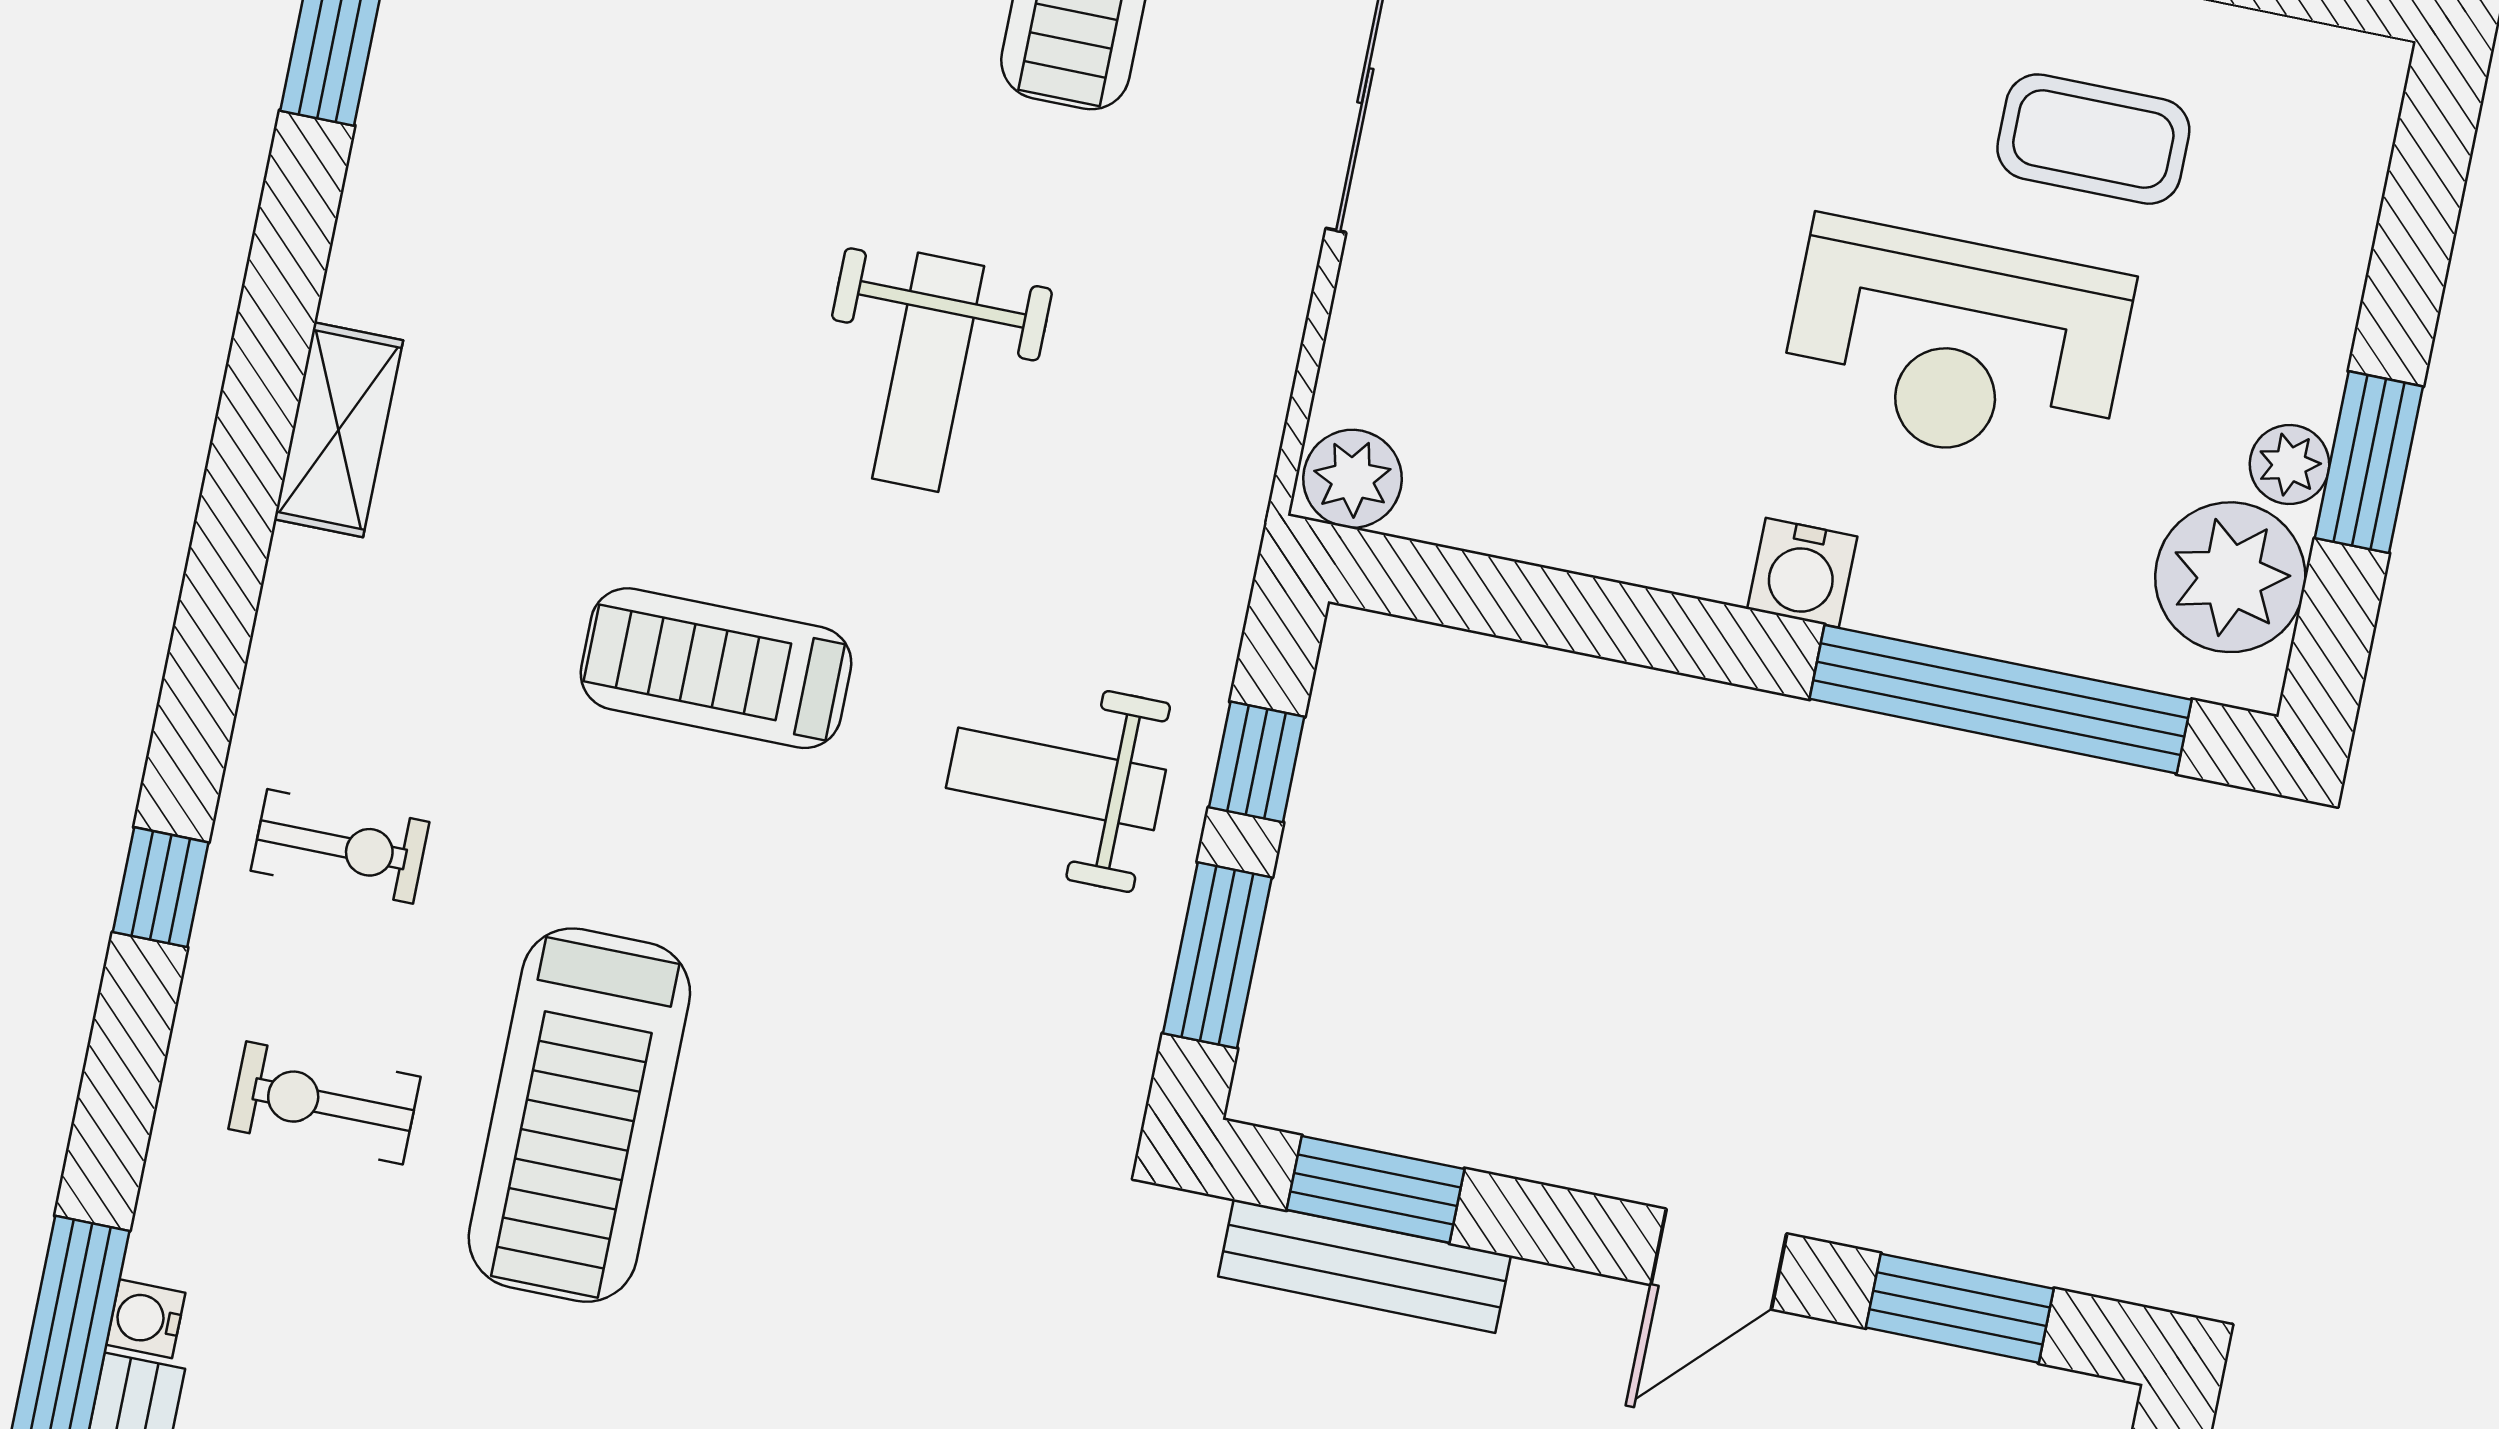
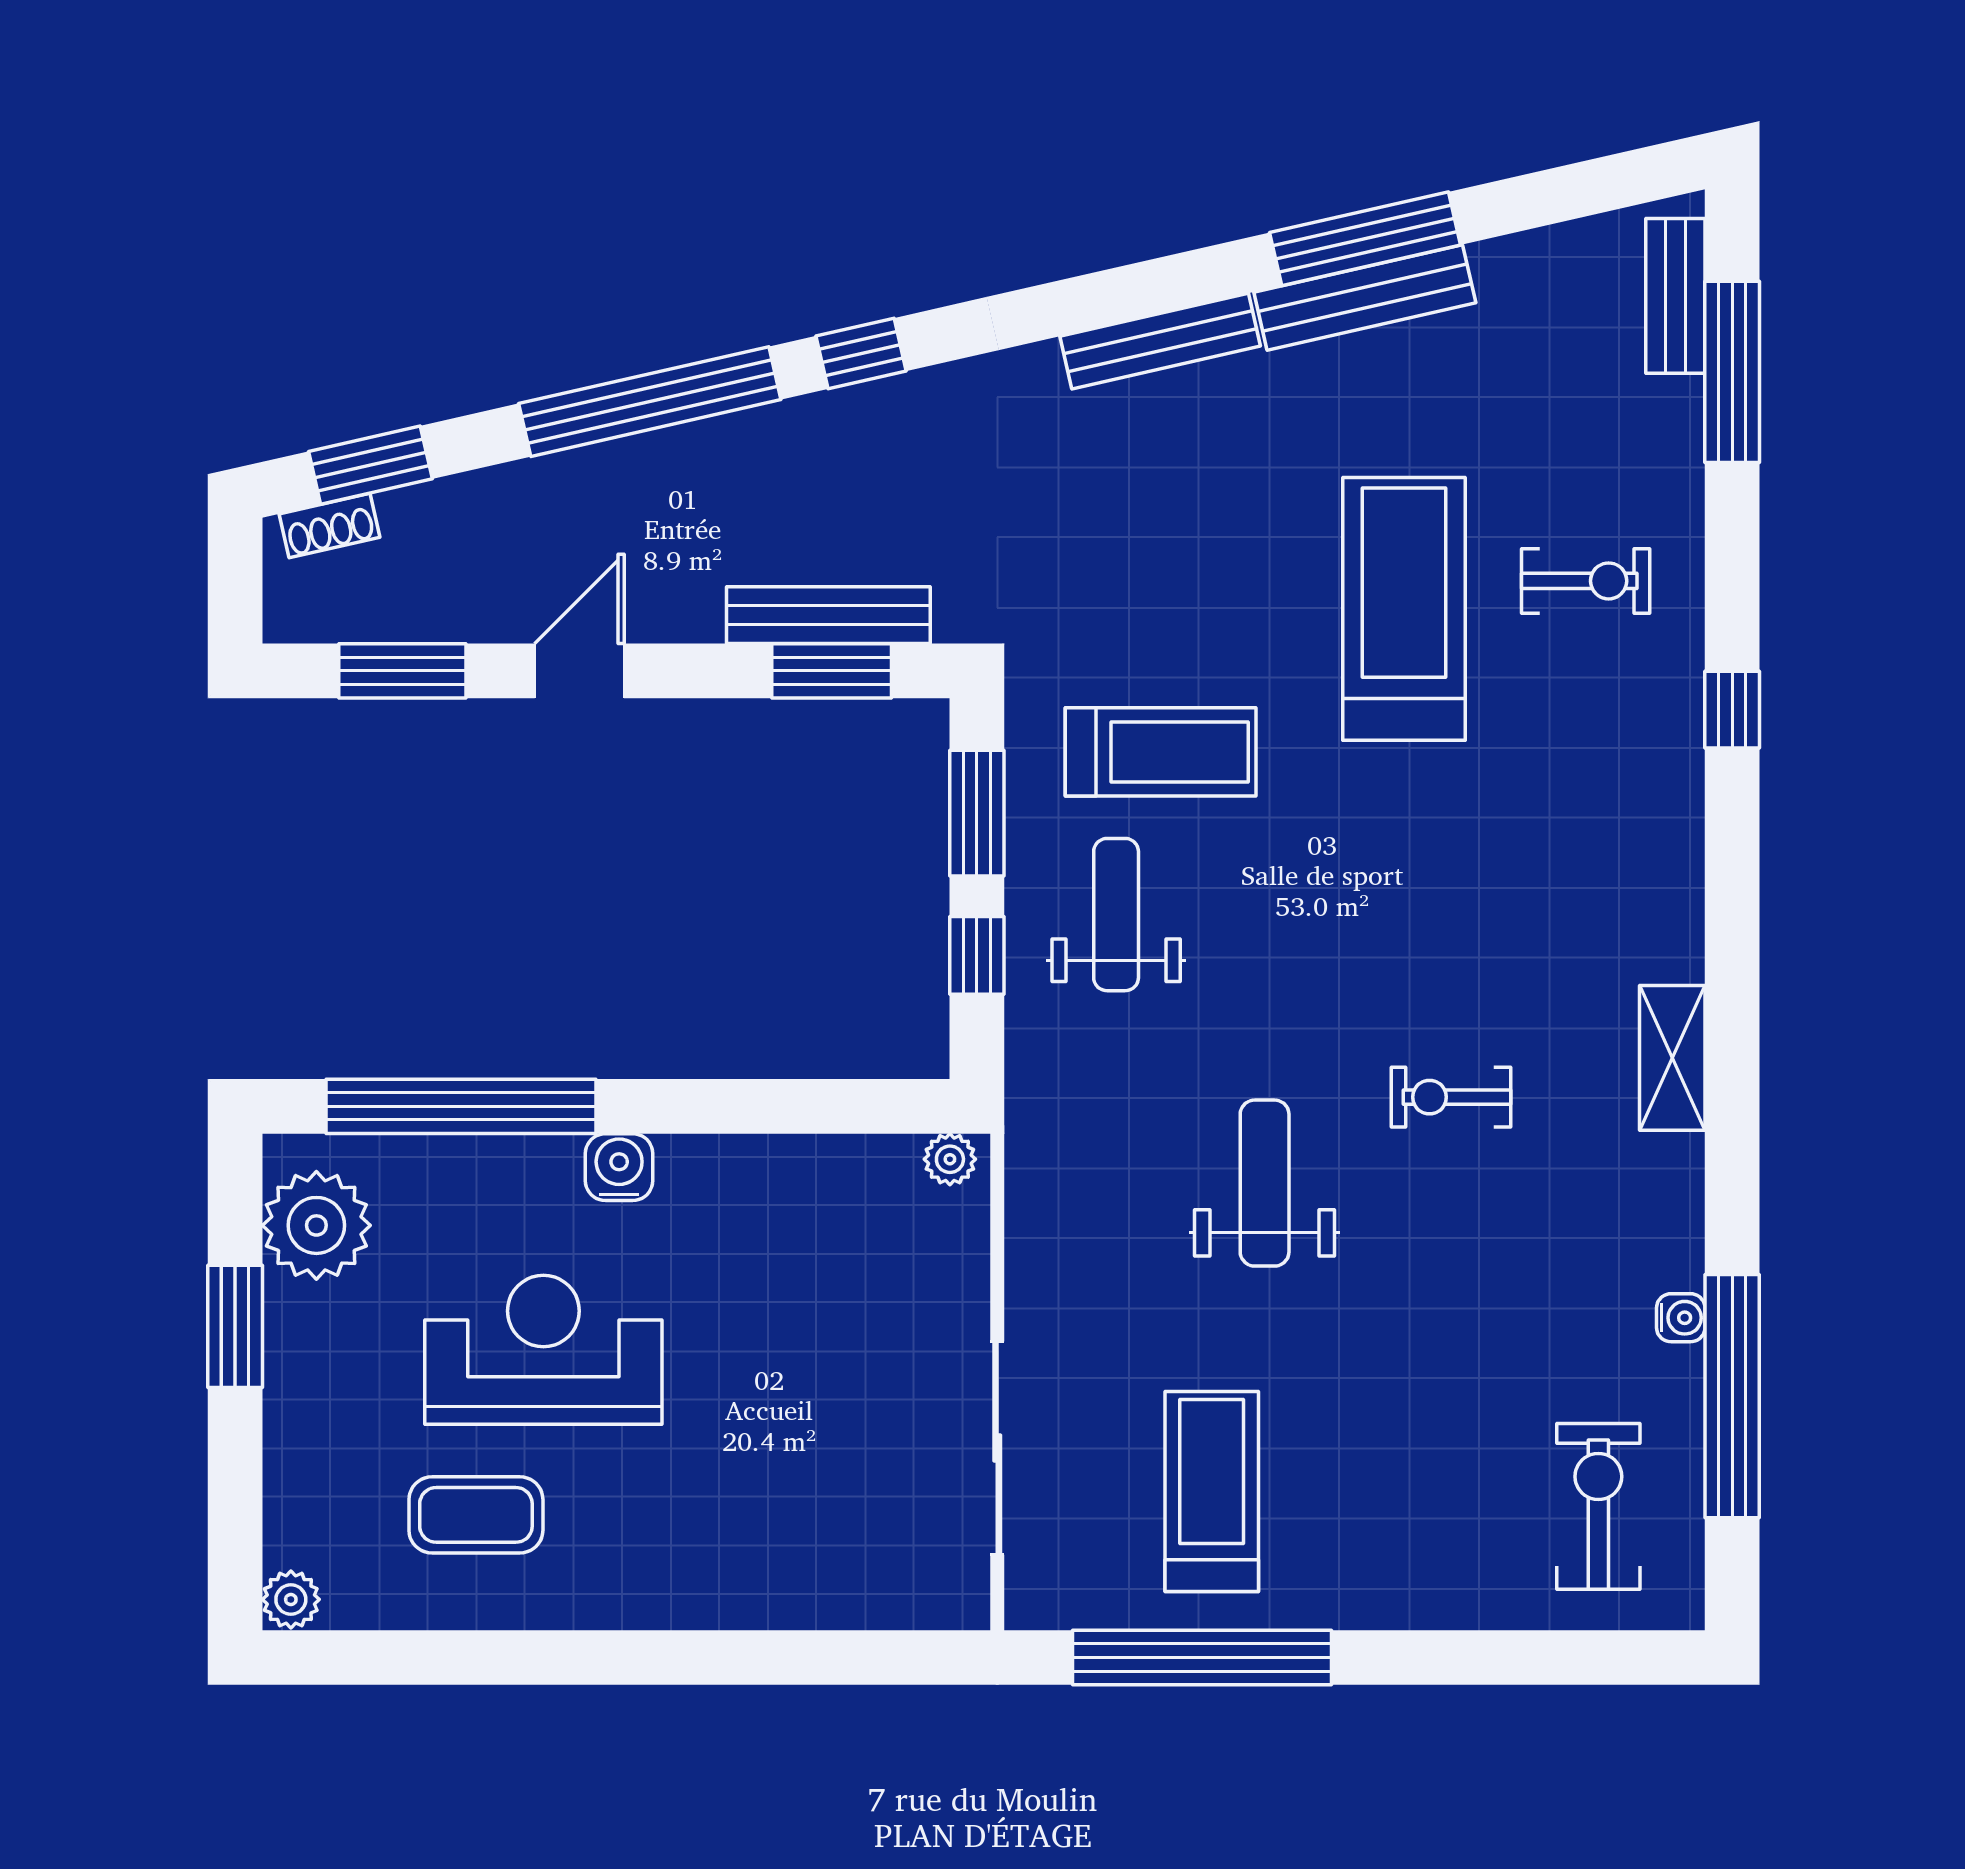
plant: (2289, 464) -> (291, 1599), moved
plant: (1352, 479) -> (950, 1159), width x0.73, depth x0.73
treadmill: (716, 668) -> (1161, 752), moved
weight bench: (1056, 779) -> (1116, 915), turned -90
exercise bike: (340, 846) -> (1451, 1097), moved
water cooler: (146, 1319) -> (1681, 1318), moved

